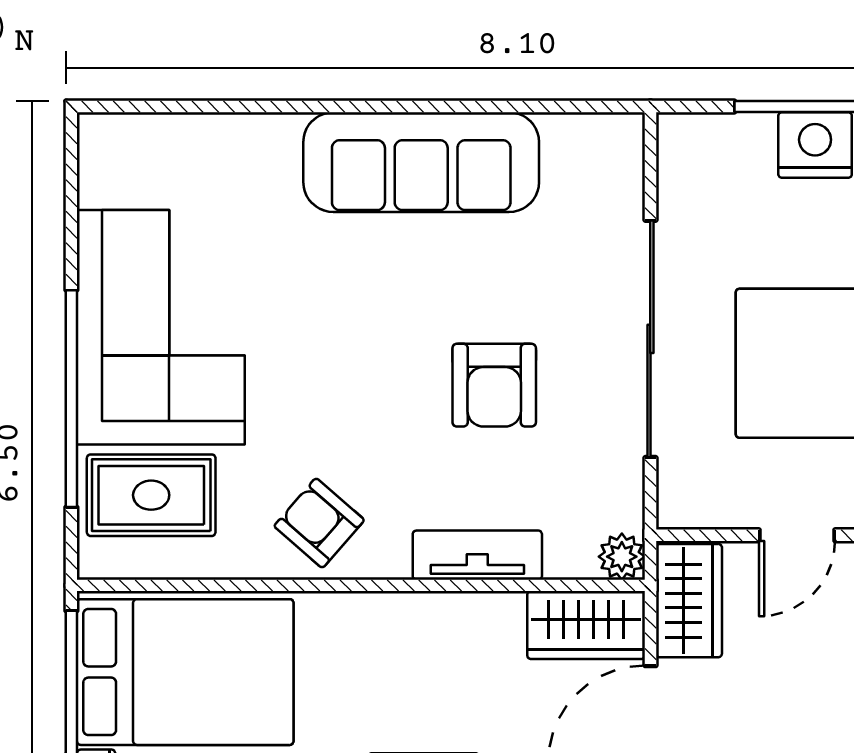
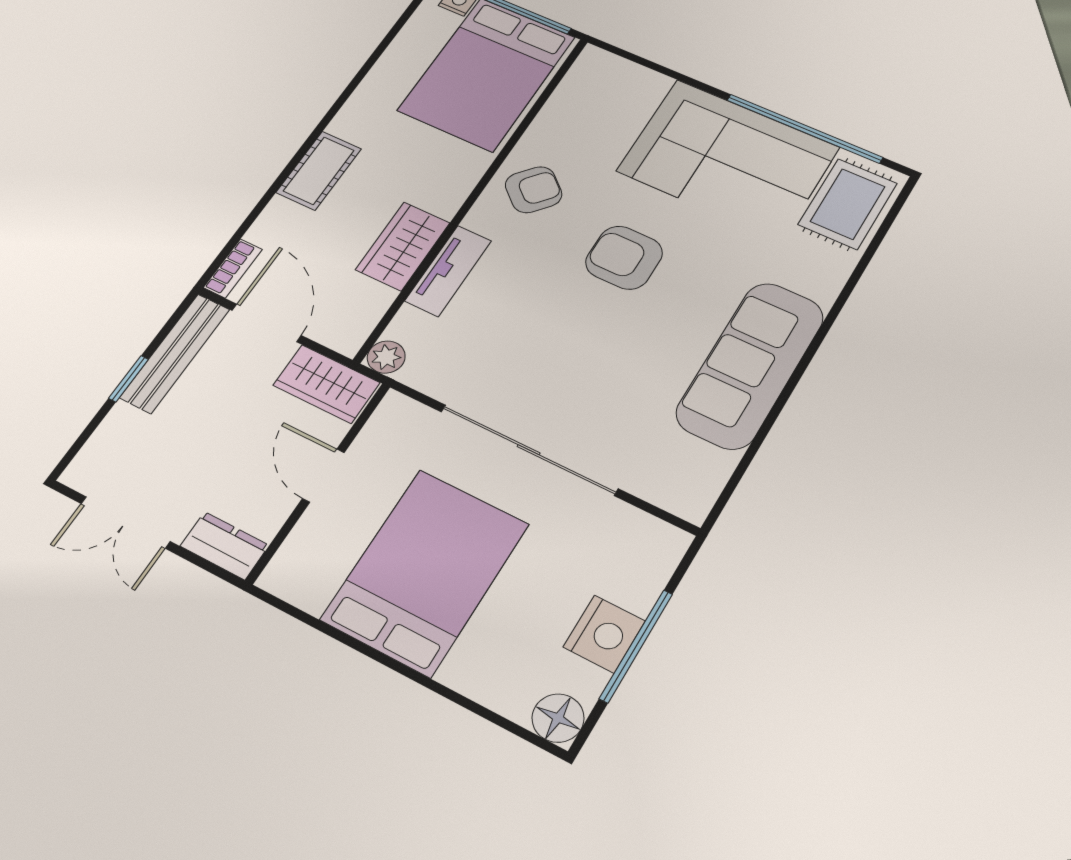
armchair: (494, 385) -> (624, 258), moved
window: (71, 399) -> (804, 129), moved
rug: (151, 495) -> (848, 204), moved
wardrobe: (586, 625) -> (403, 246), moved

